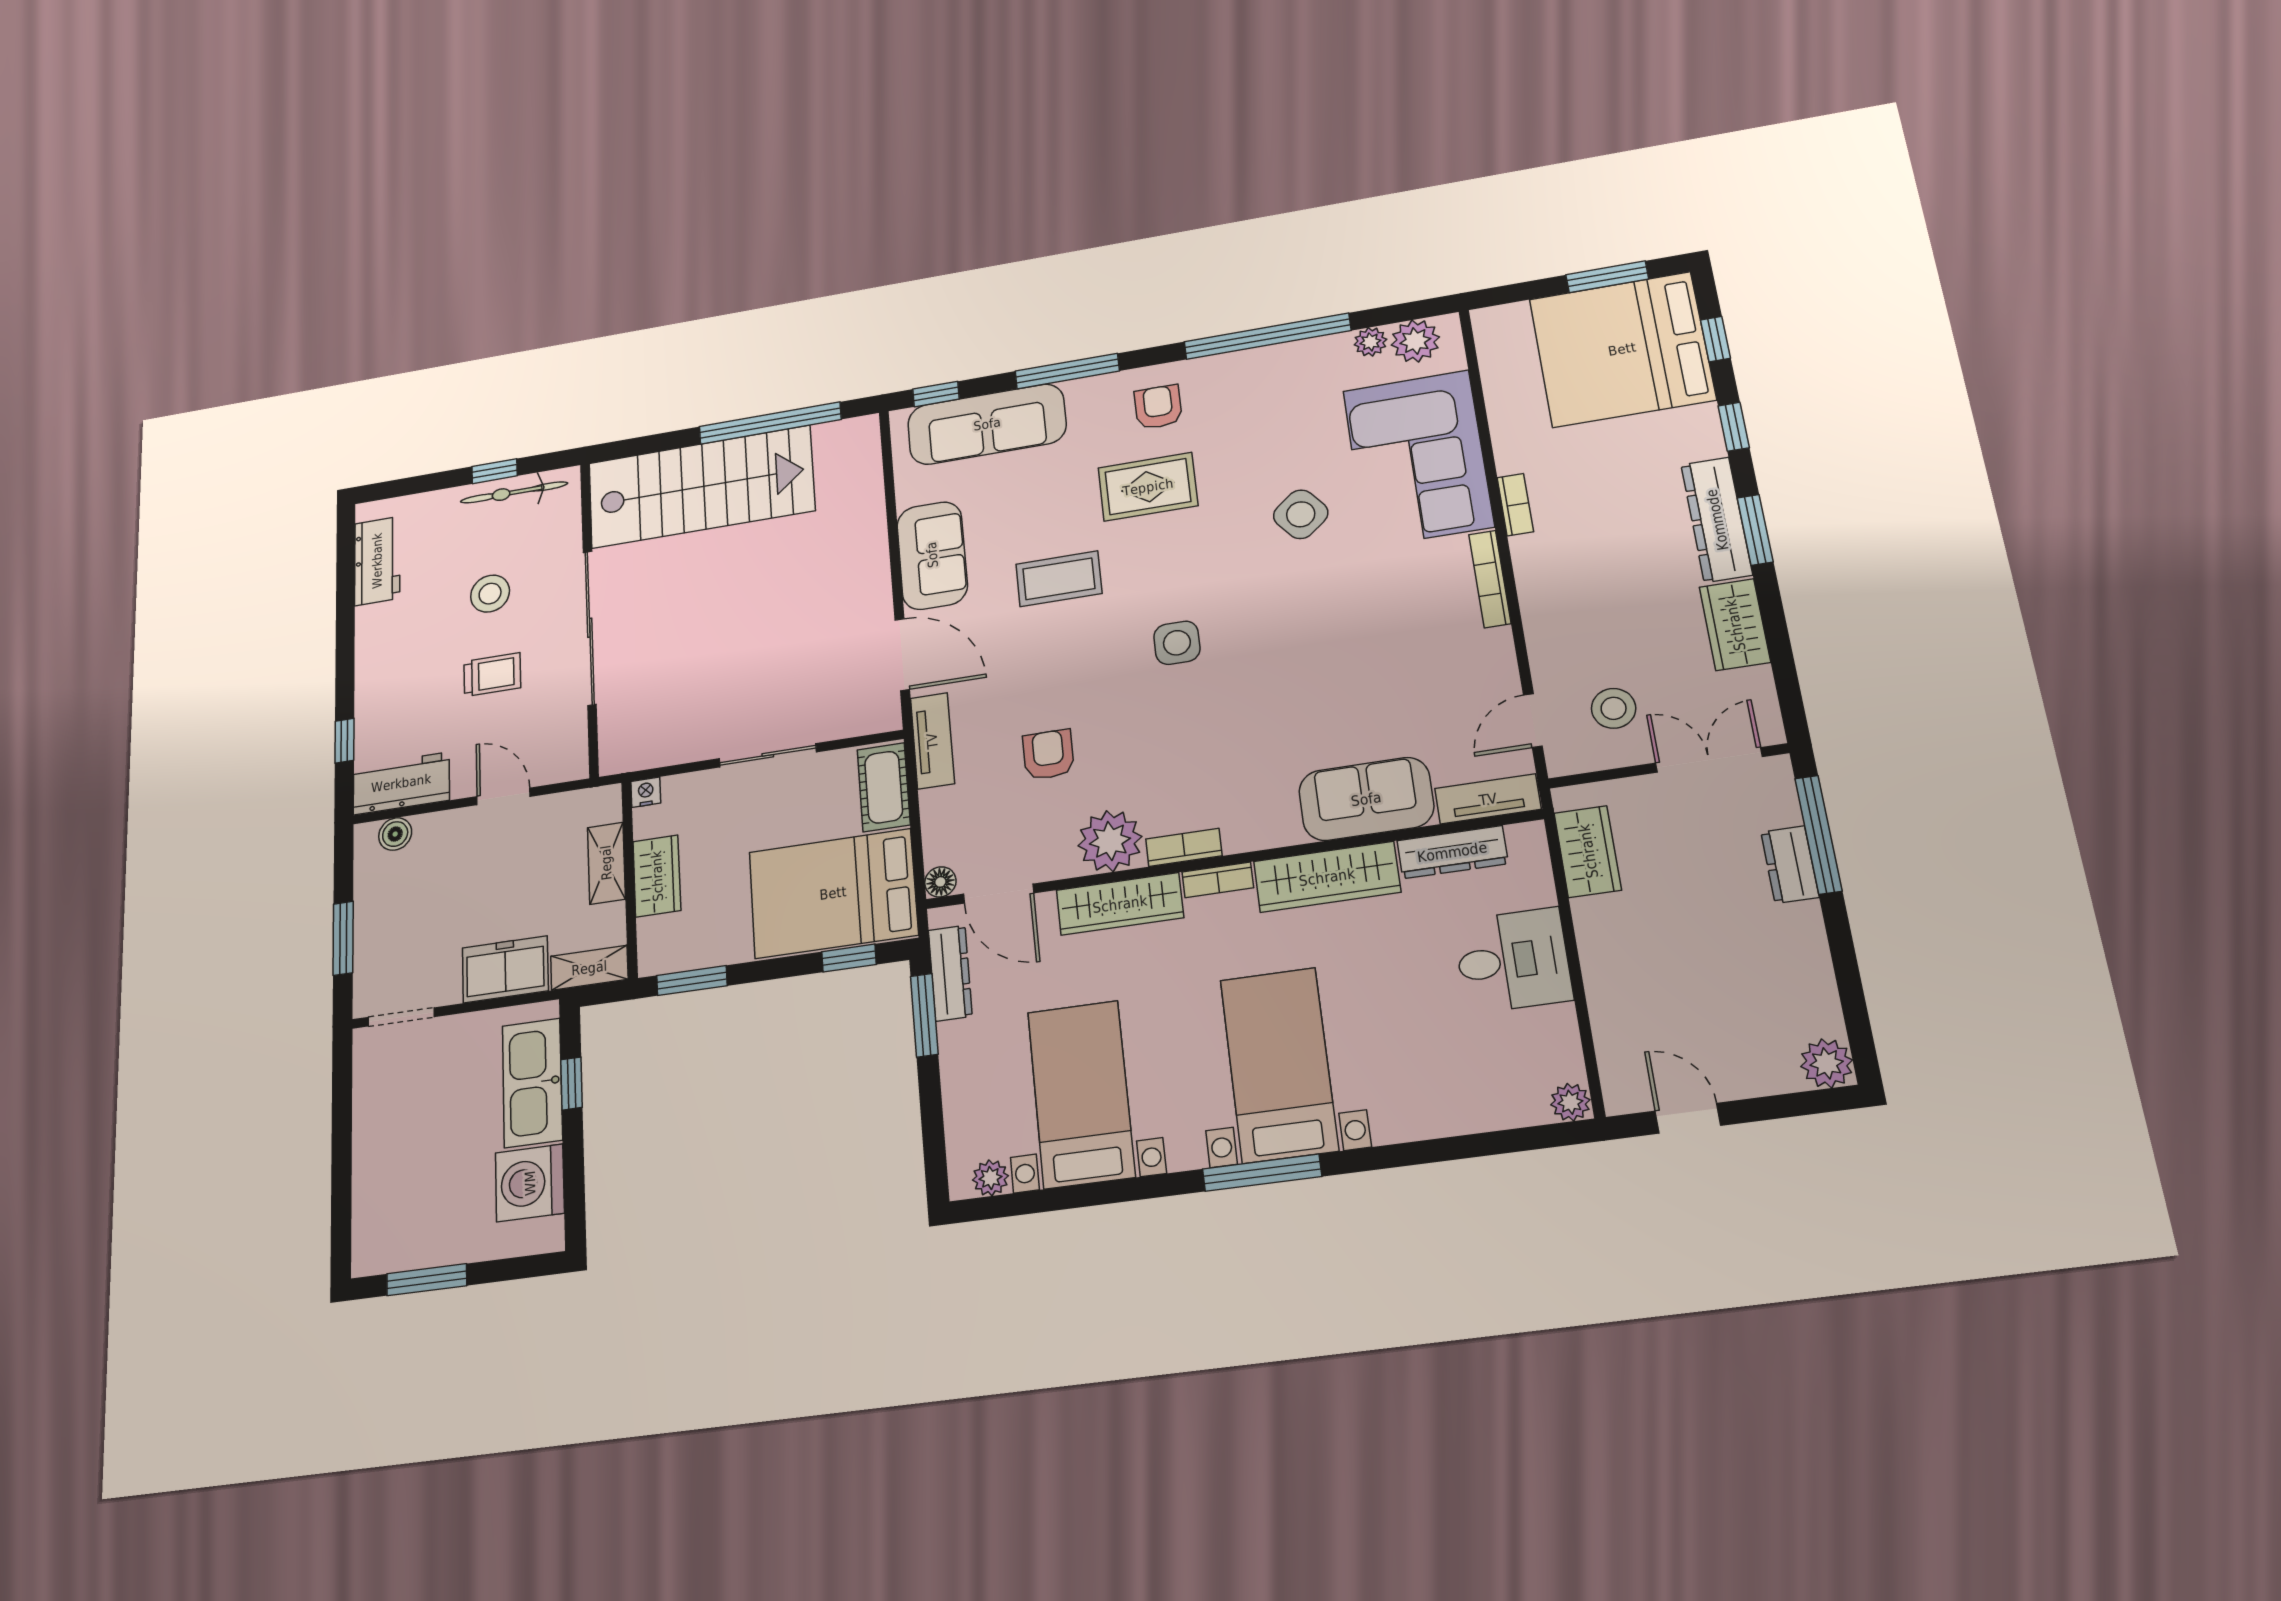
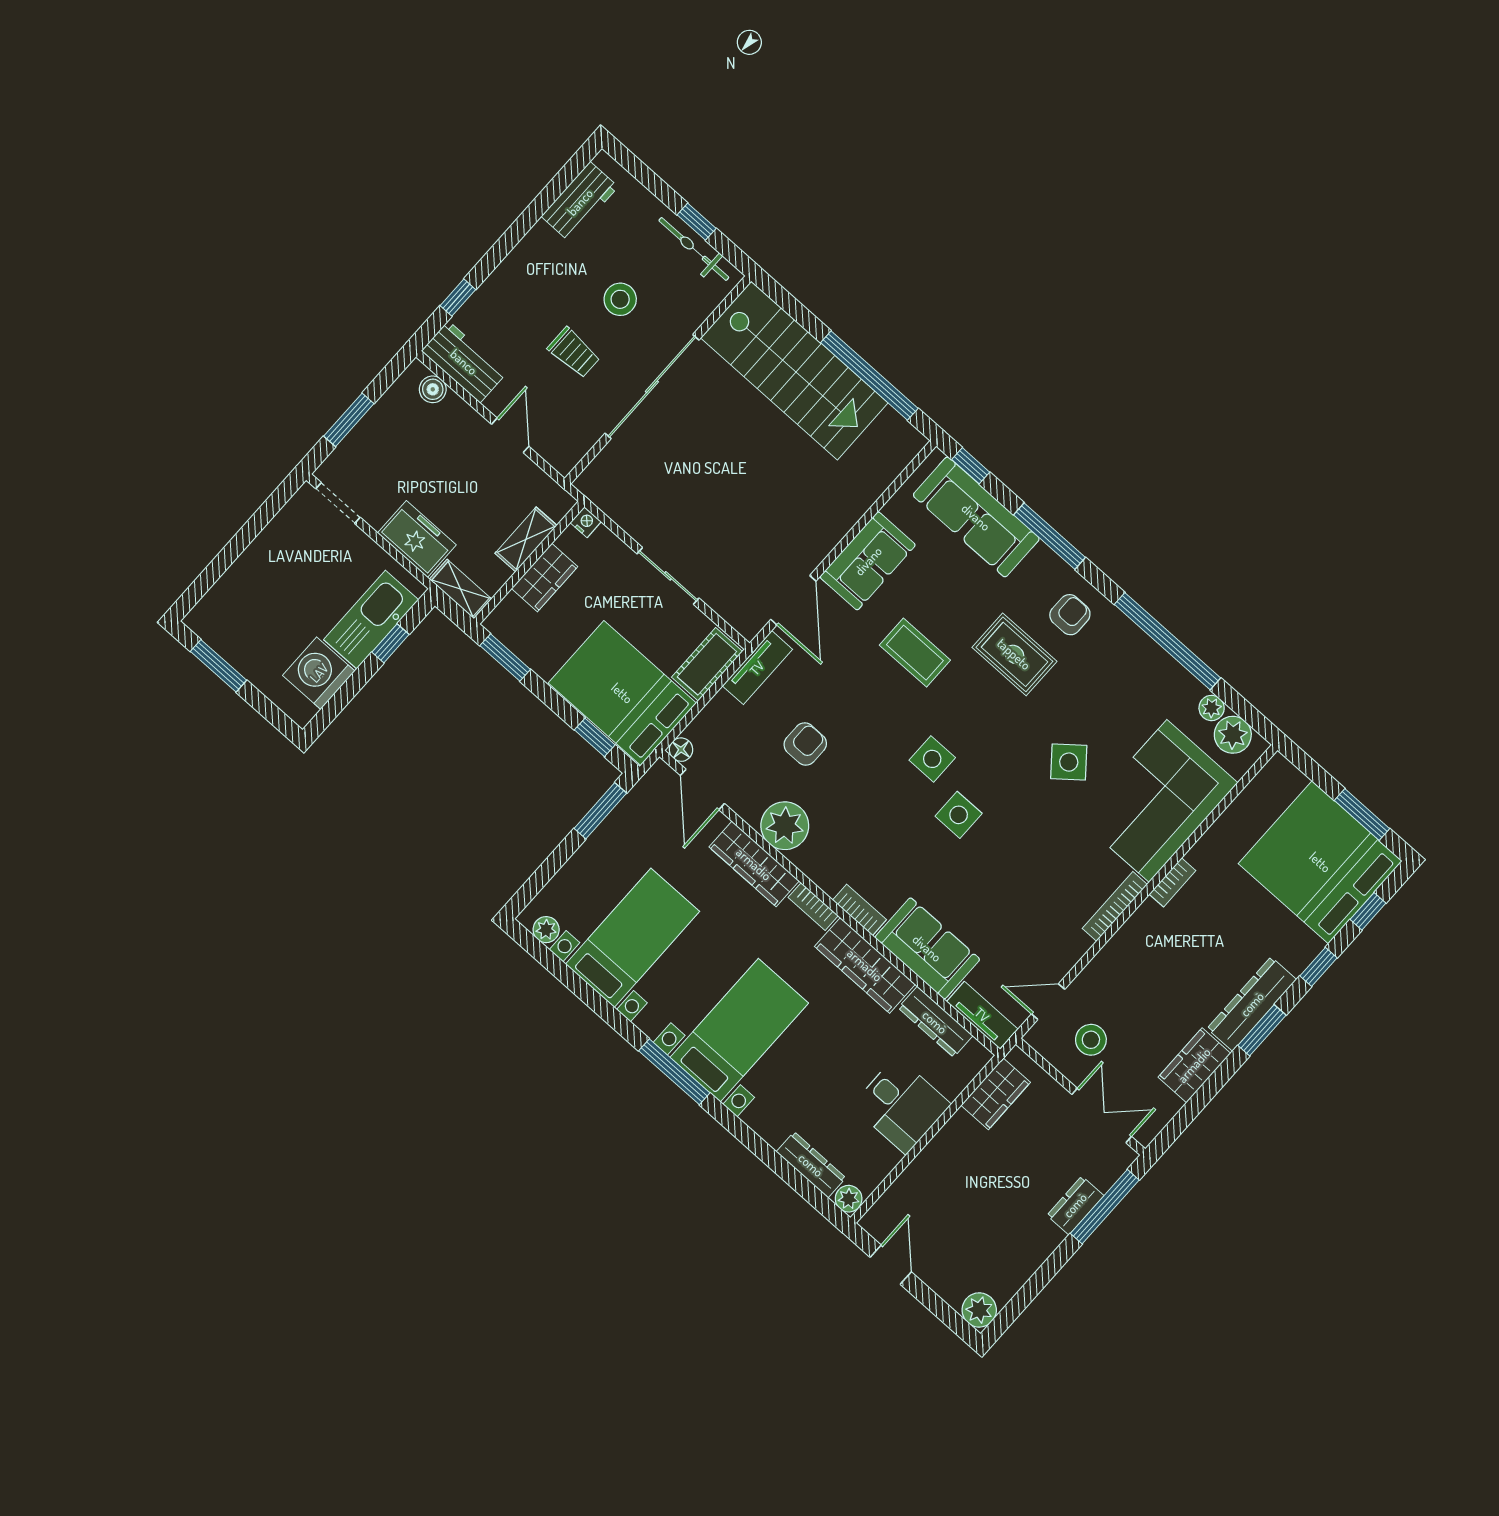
side table: (1256, 661) -> (959, 815), added
bookcase: (1184, 847) -> (859, 910), moved
dresser: (950, 973) -> (811, 1165), moved, turned -90

